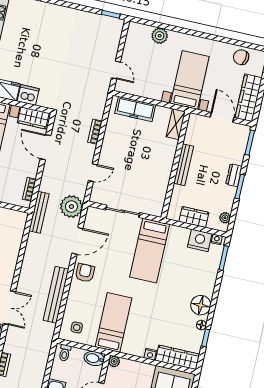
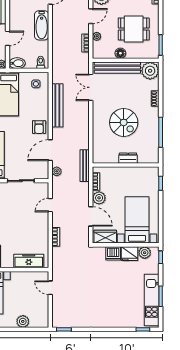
plant: (30, 168) -> (99, 198), added
plant: (71, 207) -> (57, 171), width x0.53, depth x0.53

